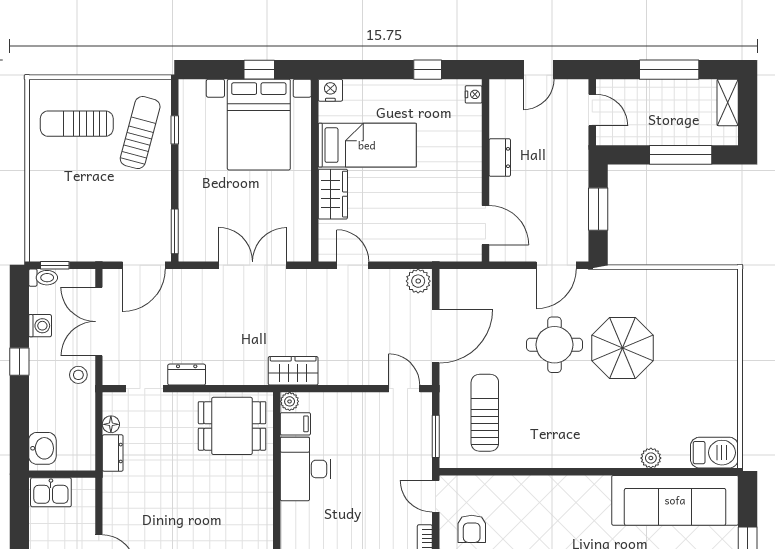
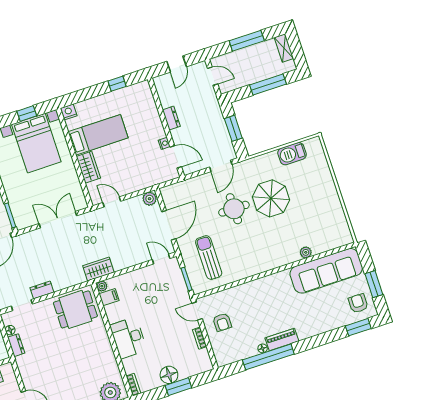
nightstand: (474, 94) -> (164, 143), moved
barbecue: (714, 453) -> (292, 154), moved, turned 180
desk: (305, 469) -> (128, 338), moved

